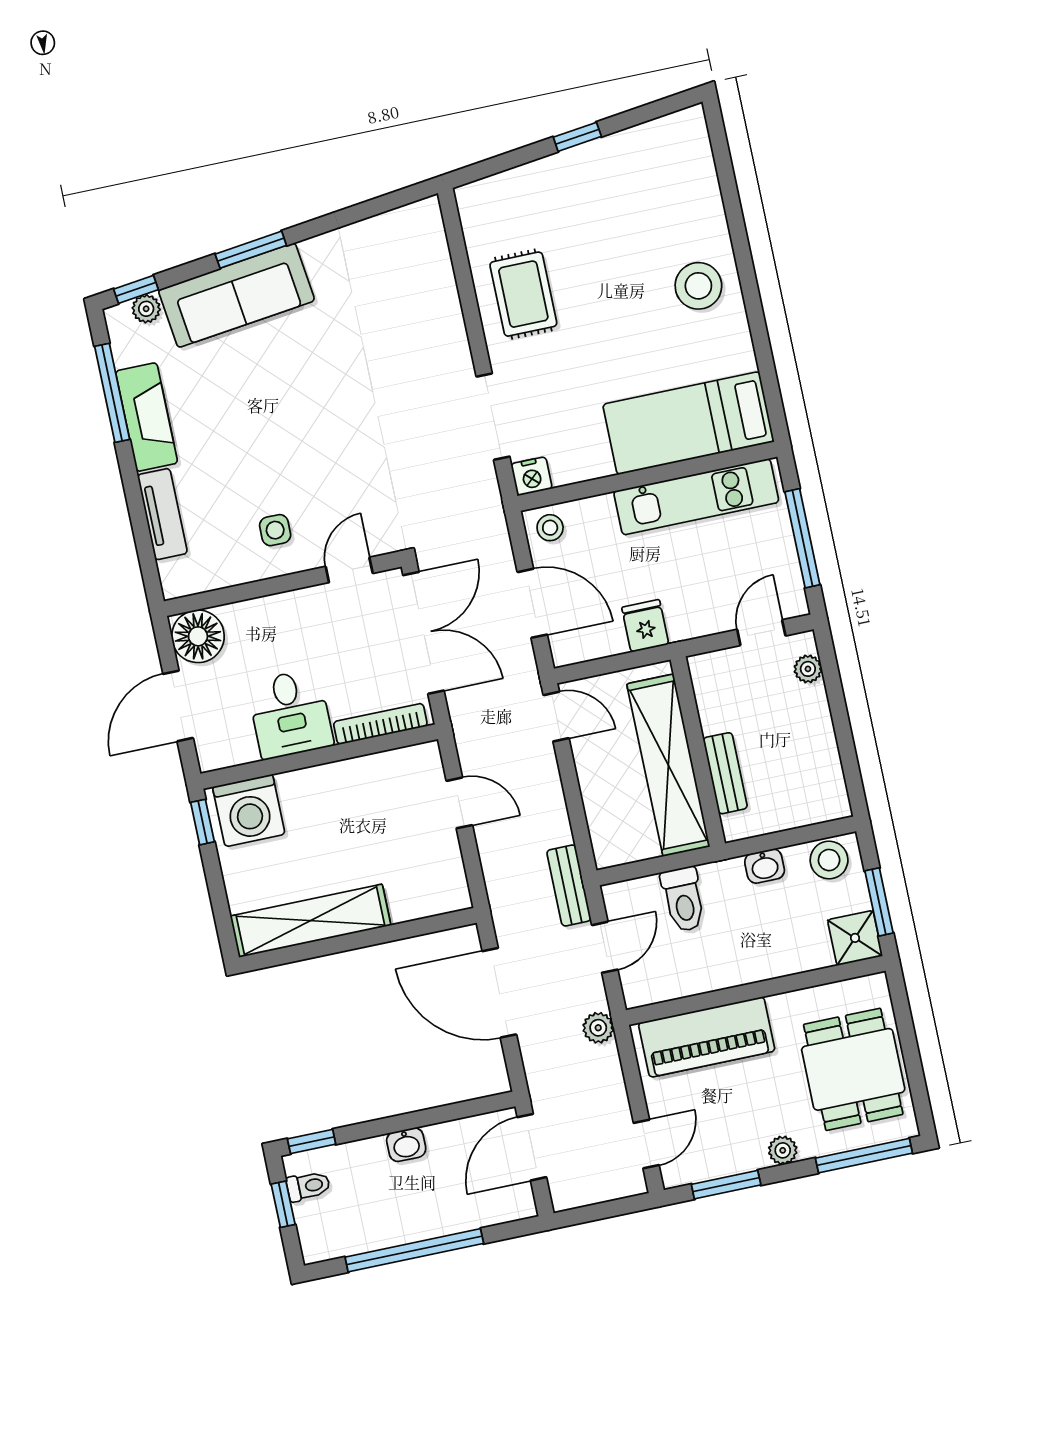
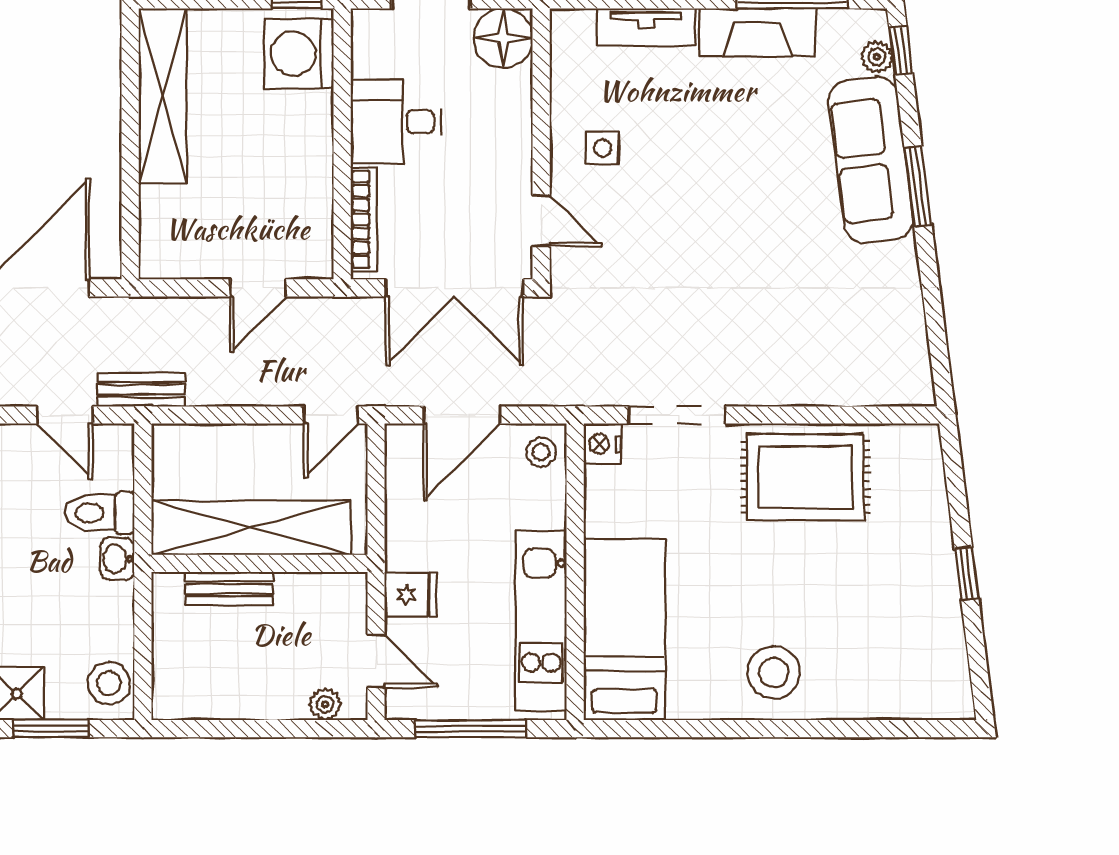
rug: (523, 294) -> (805, 477), width x1.36, depth x1.43
fridge: (645, 626) -> (411, 595), moved
washbasin: (765, 866) -> (117, 559), moved

